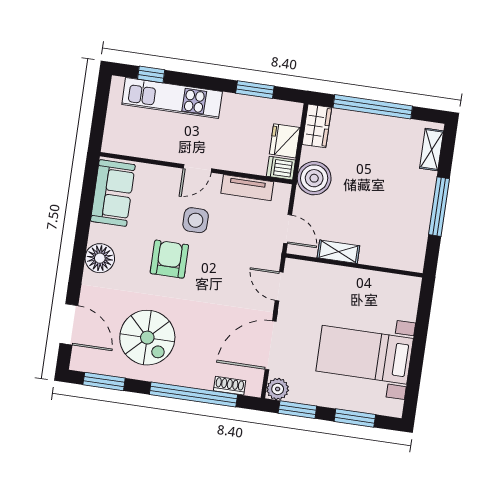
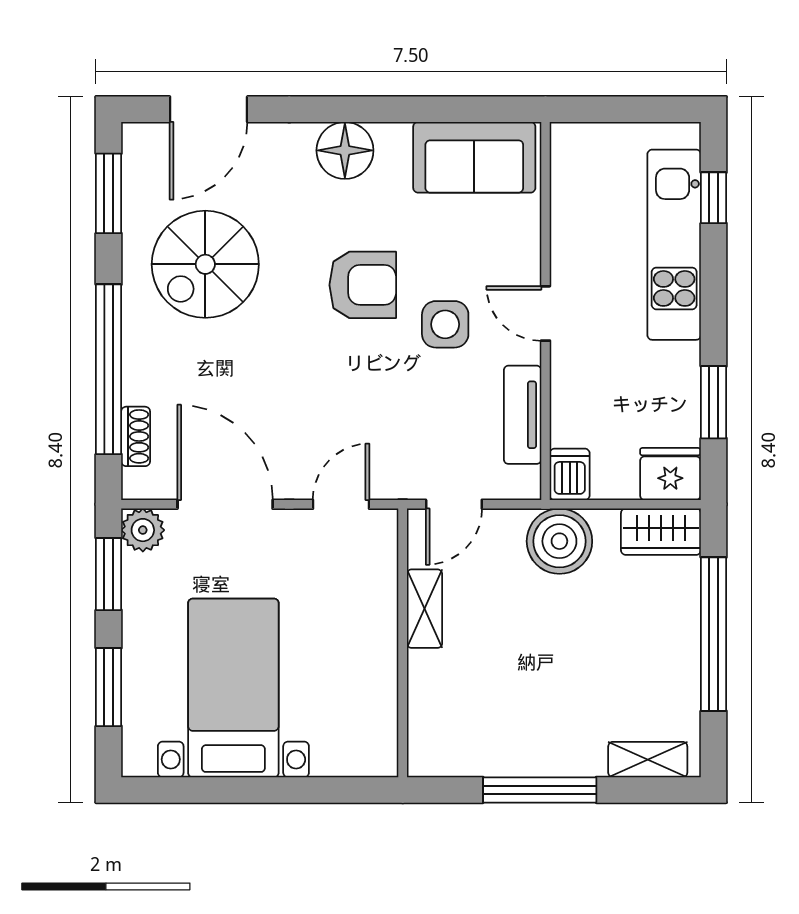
fridge: (285, 141) -> (670, 474), moved

